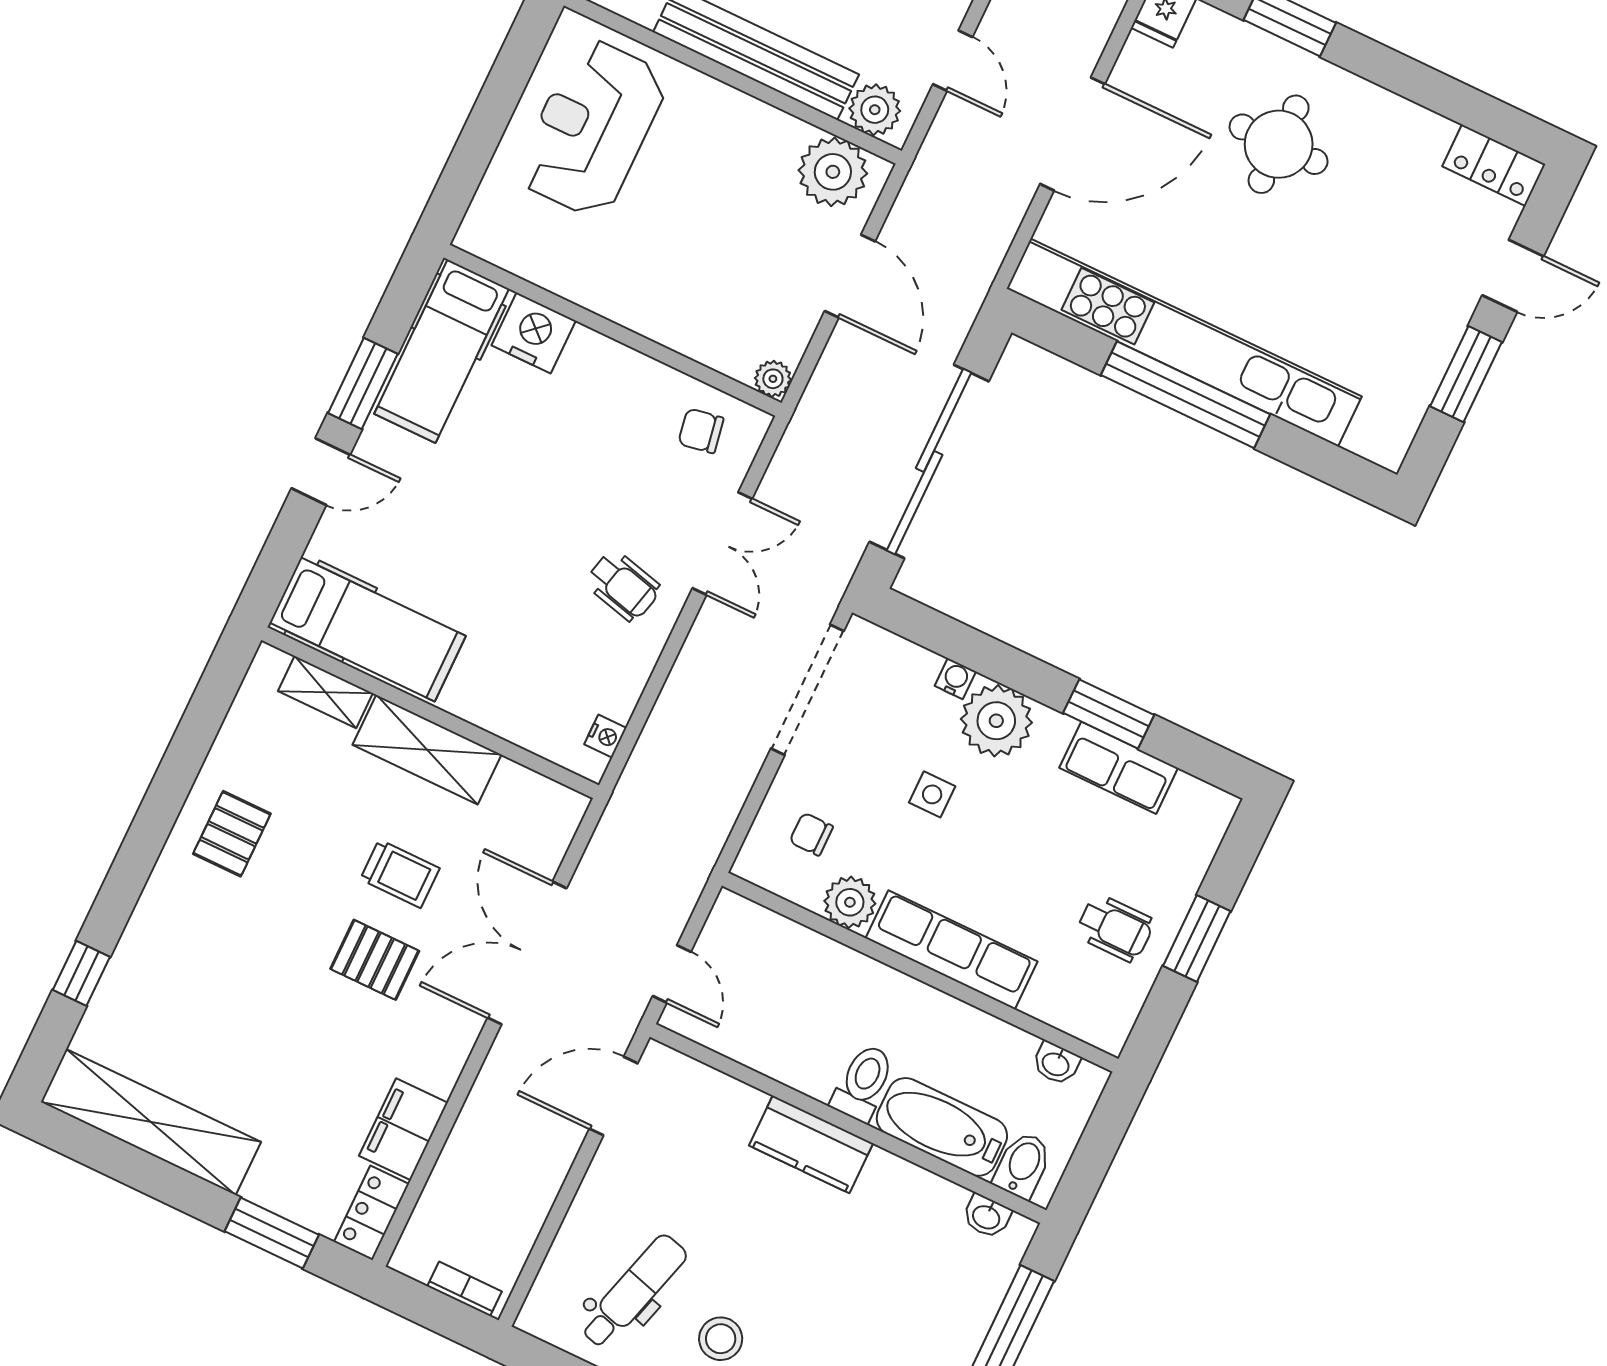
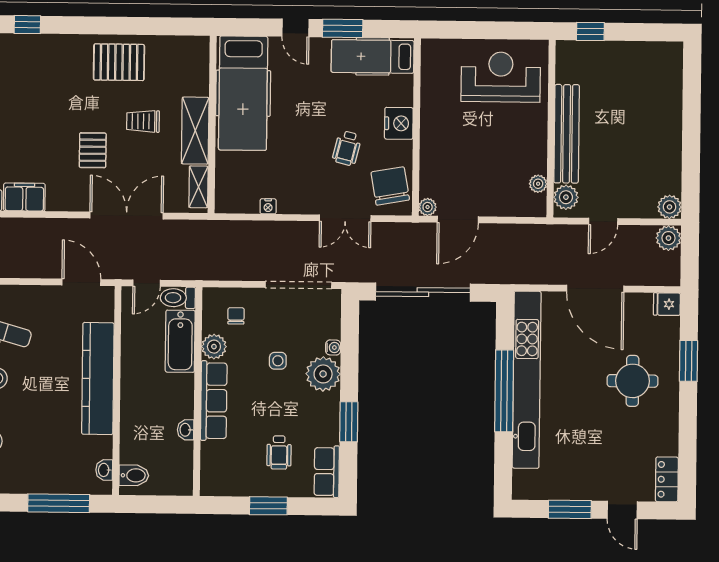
plant: (833, 172) -> (538, 184), width x0.53, depth x0.53
door: (850, 276) -> (458, 220), moved
nightstand: (534, 333) -> (399, 123), moved
chair: (701, 431) -> (390, 186), width x1.87, depth x1.87
wheelchair: (623, 586) -> (347, 148), moved
hospital bed: (368, 629) -> (243, 93), width x1.37, depth x1.29
shelving: (325, 692) -> (199, 187), moved
nightstand: (605, 736) -> (268, 206), moved
row of seats: (1119, 768) -> (327, 472), moved
pallet: (232, 834) -> (119, 62), width x1.50, depth x1.42
trolley: (400, 874) -> (143, 121), moved, turned 90
wheelchair: (1115, 928) -> (279, 452), moved
washbasin: (1056, 1063) -> (186, 430), moved
toilet: (863, 1083) -> (178, 298), moved, turned 180
bathtub: (942, 1127) -> (180, 341), moved, turned 180
kitchen counter: (811, 1144) -> (98, 379), width x2.08, depth x1.17

